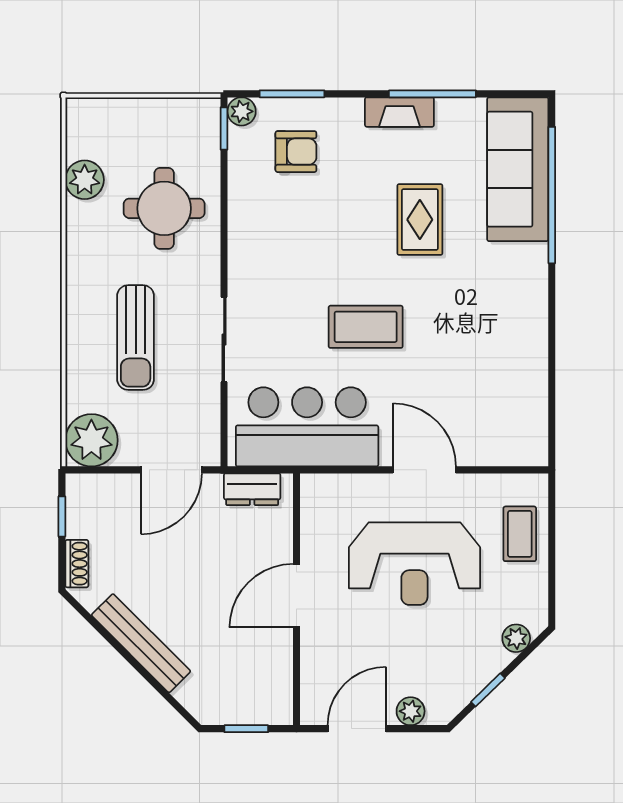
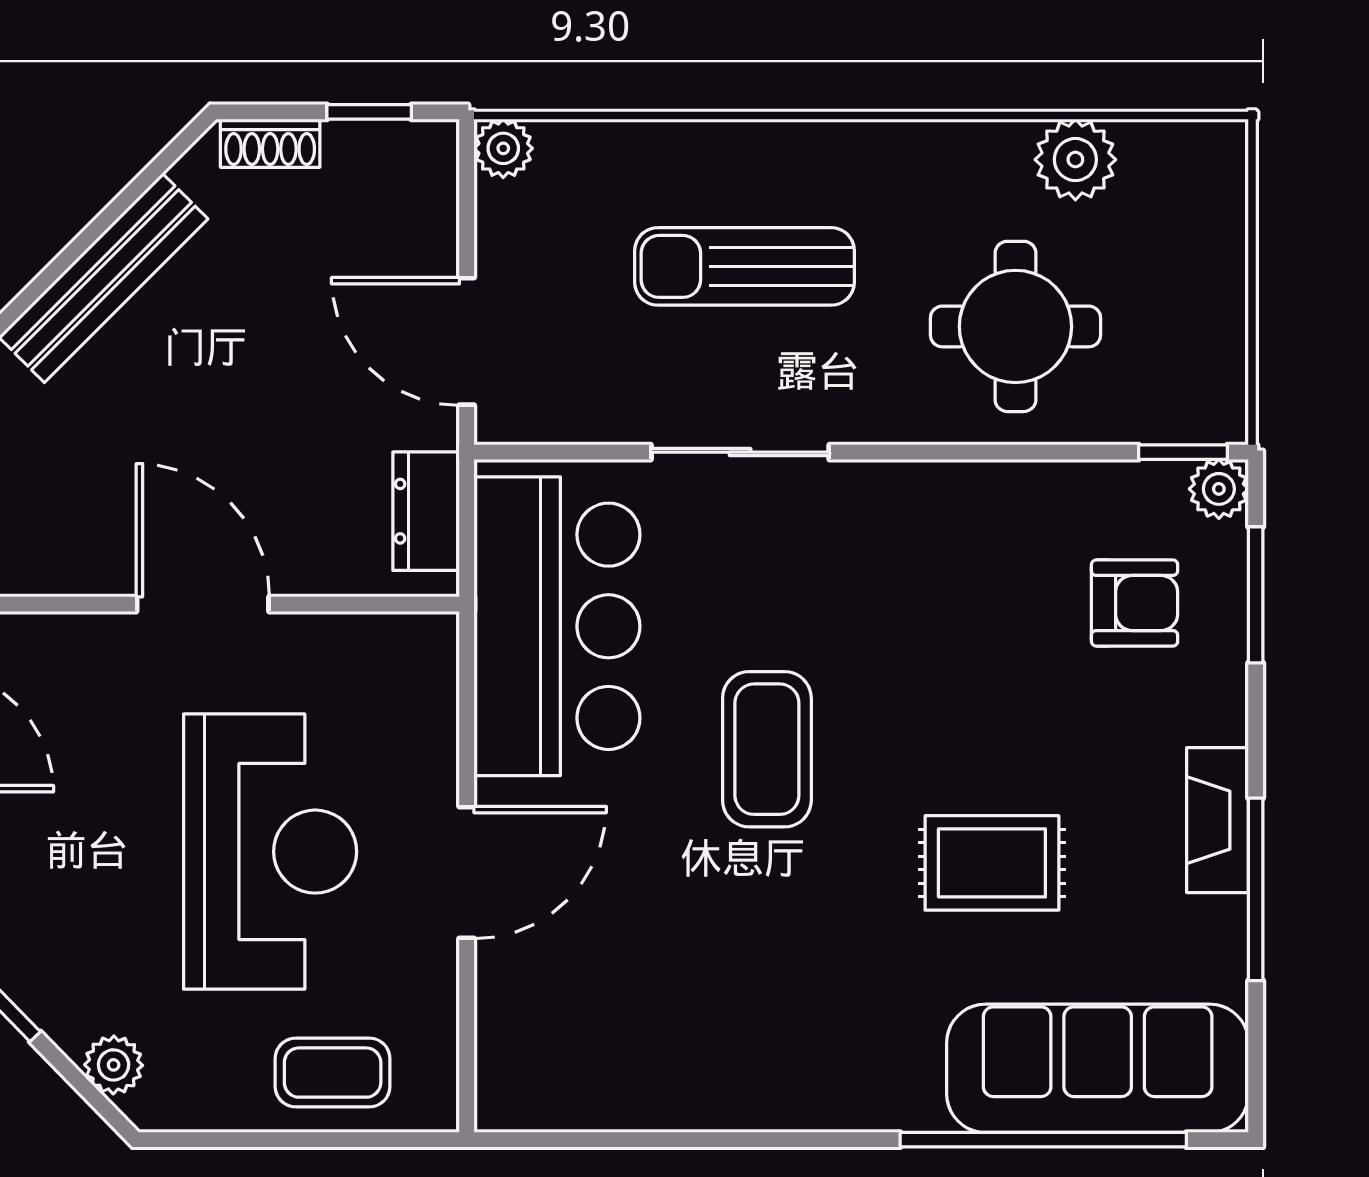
armchair: (296, 152) -> (1135, 603), turned -90
plant: (91, 440) -> (503, 148), width x0.53, depth x0.53
reception desk: (414, 564) -> (270, 852), turned 180

